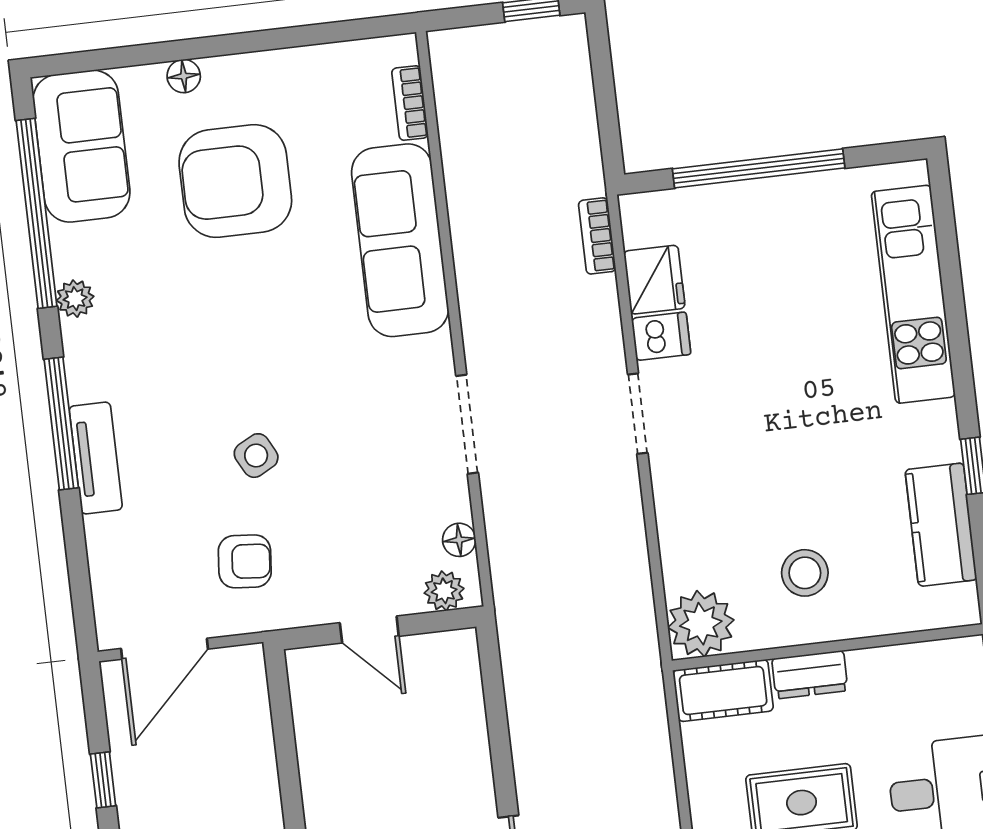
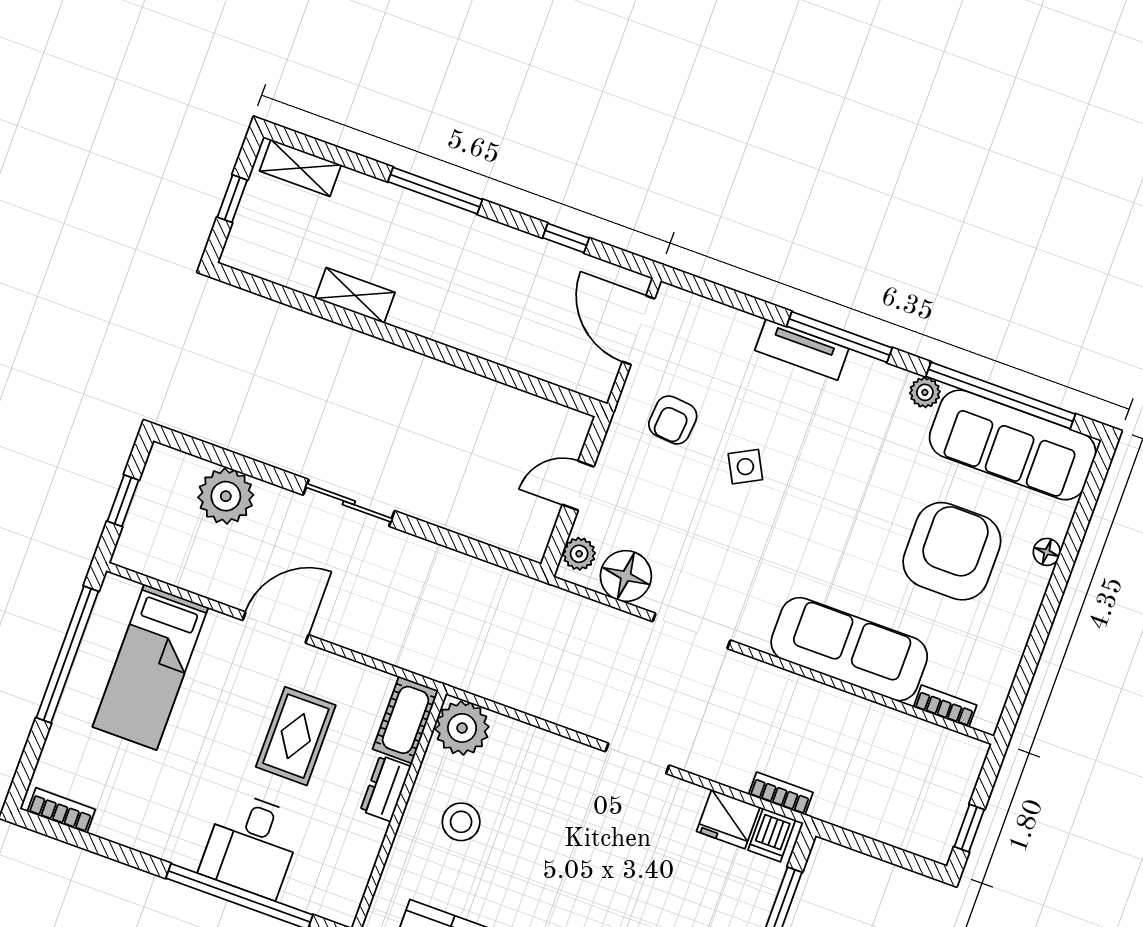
sofa: (81, 146) -> (1013, 445), width x1.36
dishwasher: (661, 336) -> (772, 835), moved
floor lamp: (459, 540) -> (626, 576), width x1.89, depth x1.89

